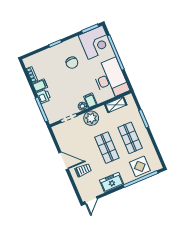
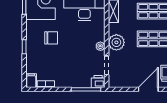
filing cabinet: (40, 85) -> (31, 81), moved
printer: (44, 96) -> (98, 82), moved
filing cabinet: (90, 100) -> (98, 35), removed

